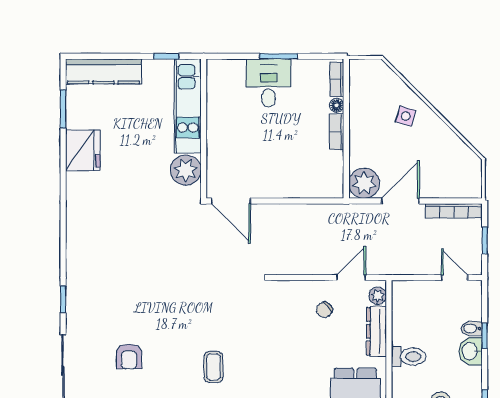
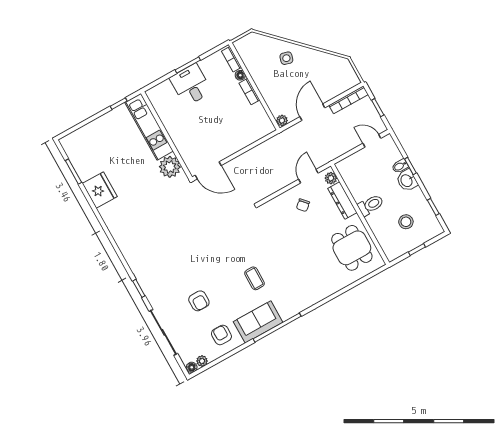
kitchen counter: (103, 71) -> (85, 134), removed
plant: (364, 183) -> (282, 121), width x0.53, depth x0.53

